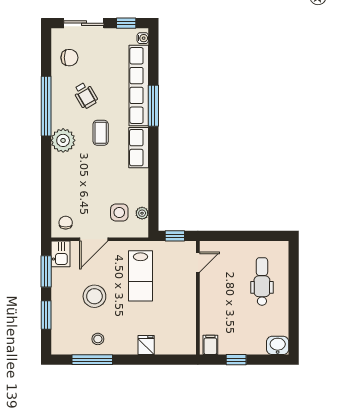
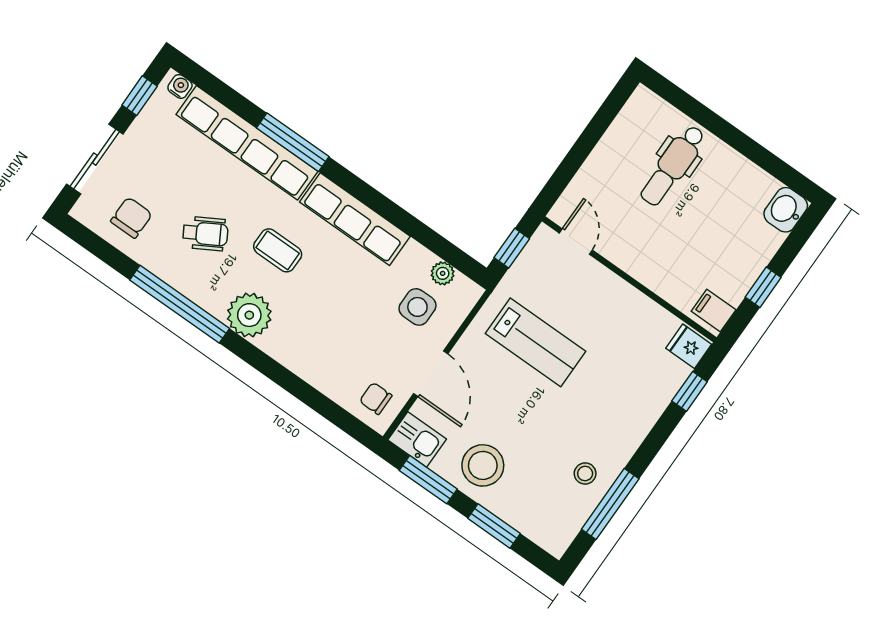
row of seats: (139, 148) -> (355, 219), width x1.48
dental chair: (262, 281) -> (673, 165), turned -90
stool: (94, 296) -> (483, 465), moved
fridge: (146, 345) -> (689, 346), moved
window: (167, 360) -> (690, 391), added

